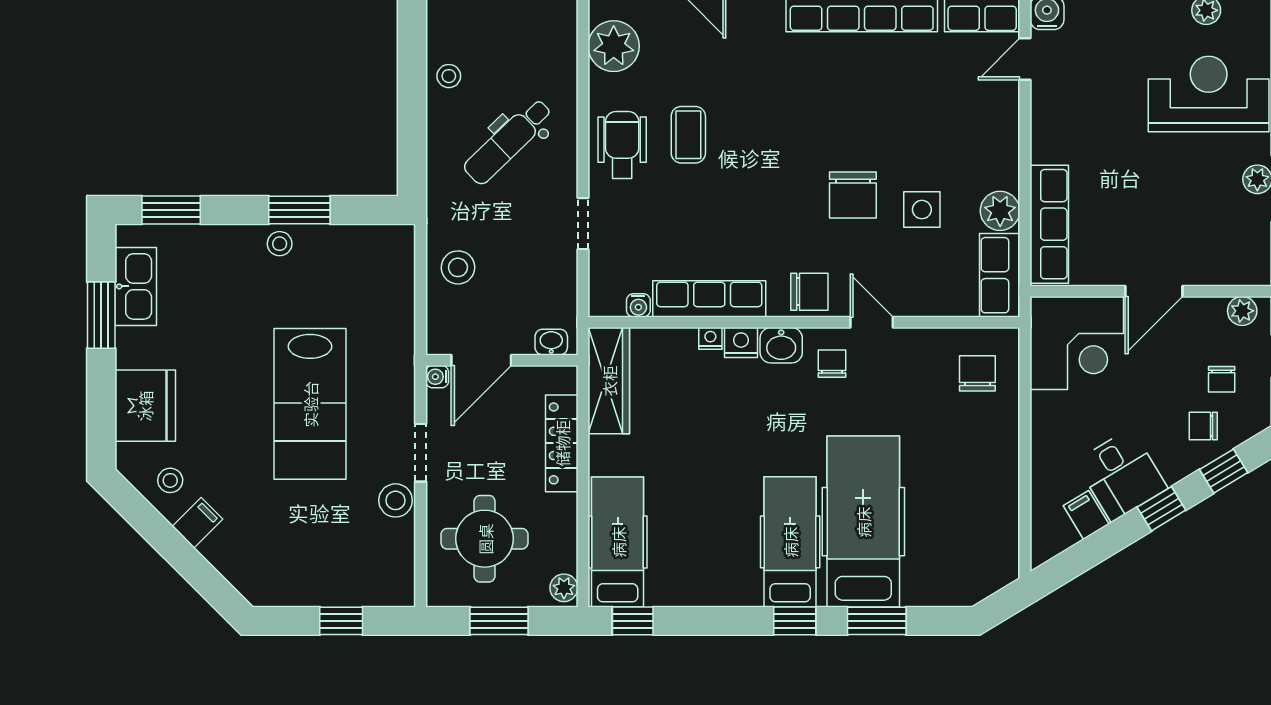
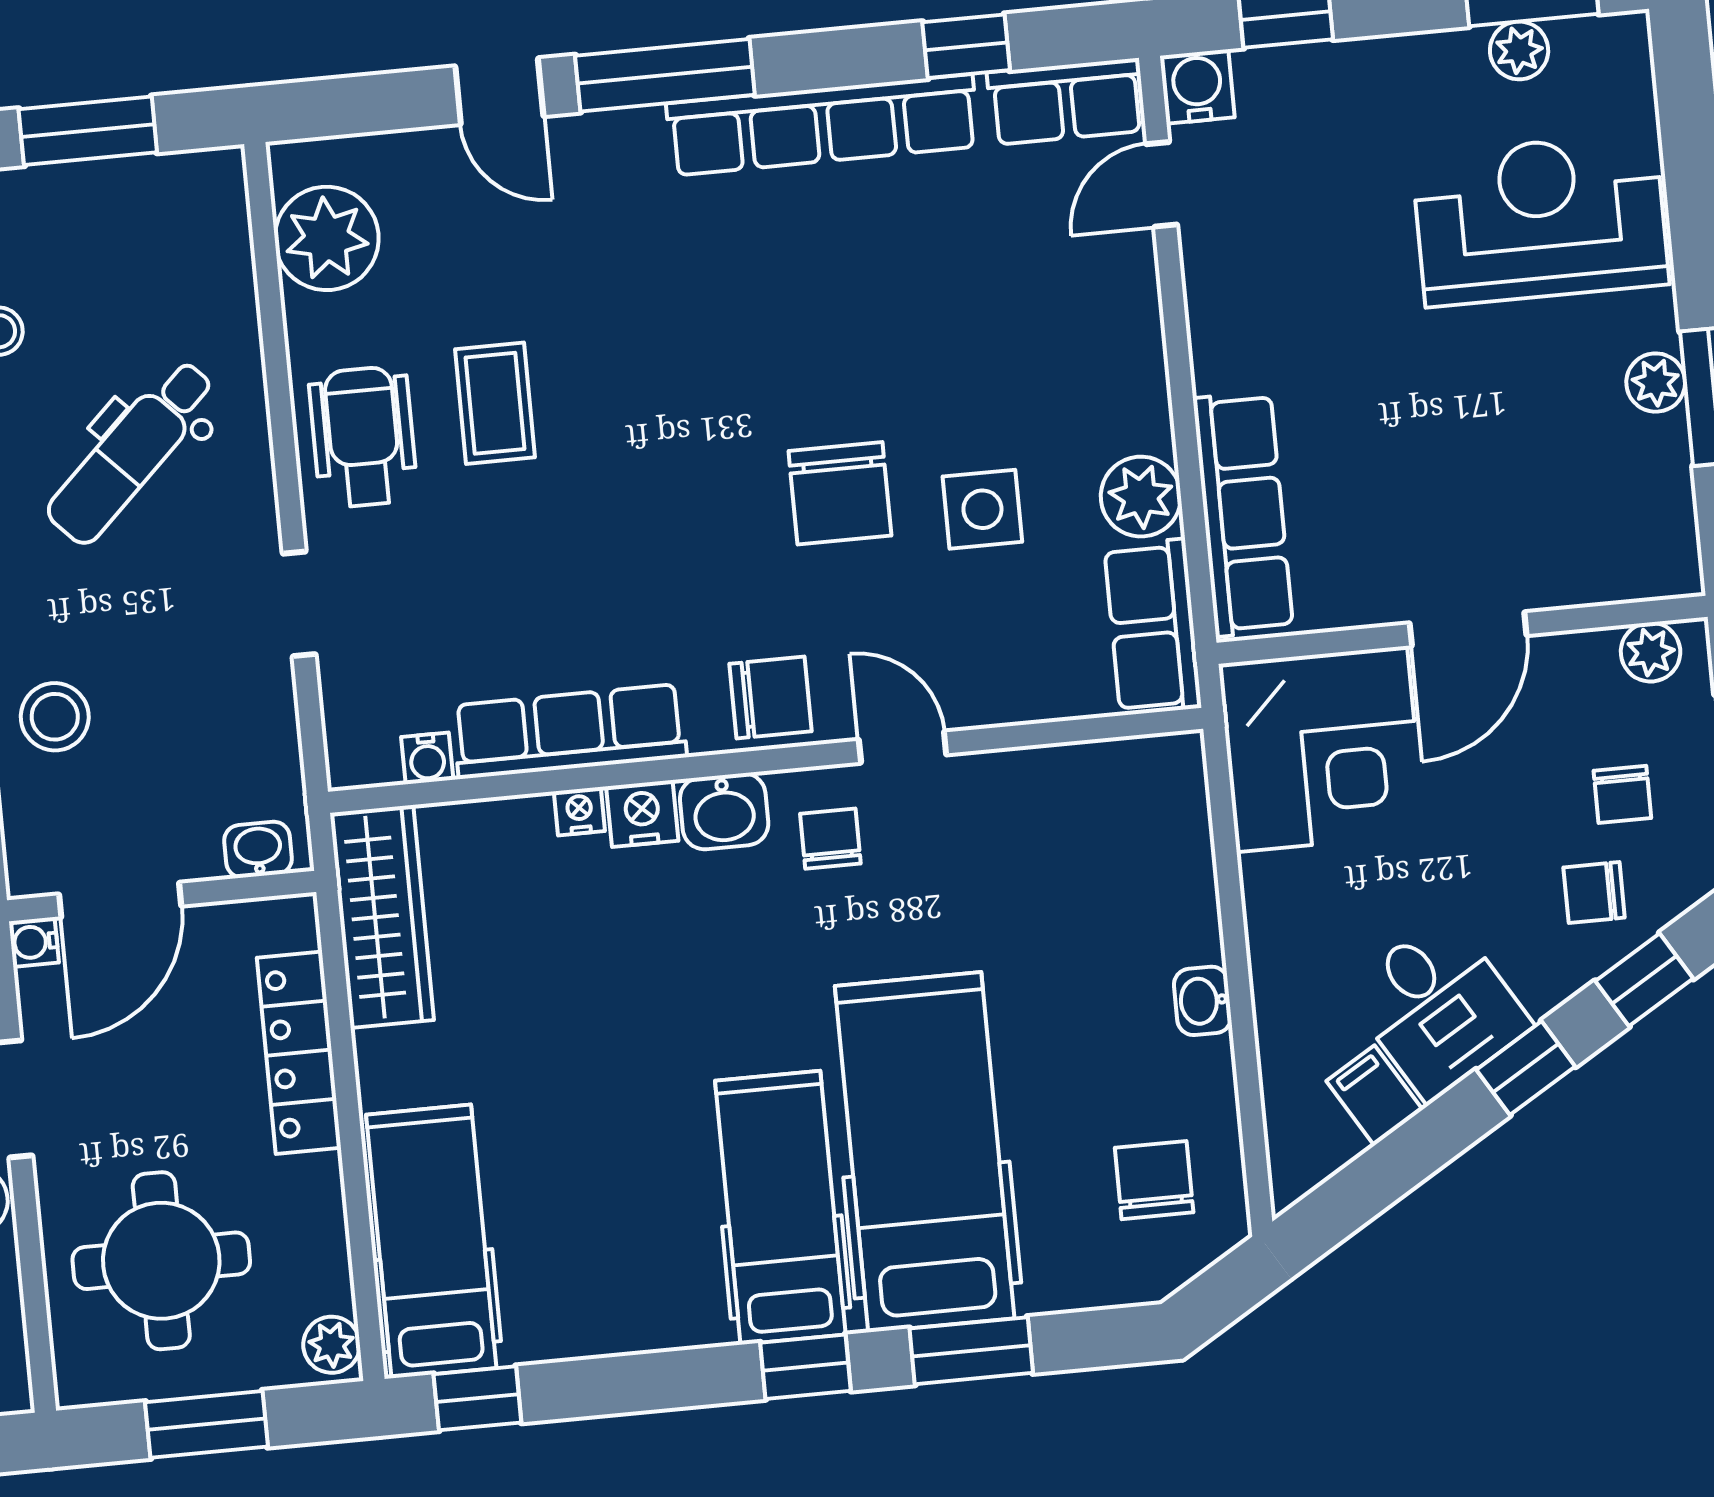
chair: (977, 373) -> (1154, 1180), moved
washbasin: (1006, 461) -> (1203, 1001), added

